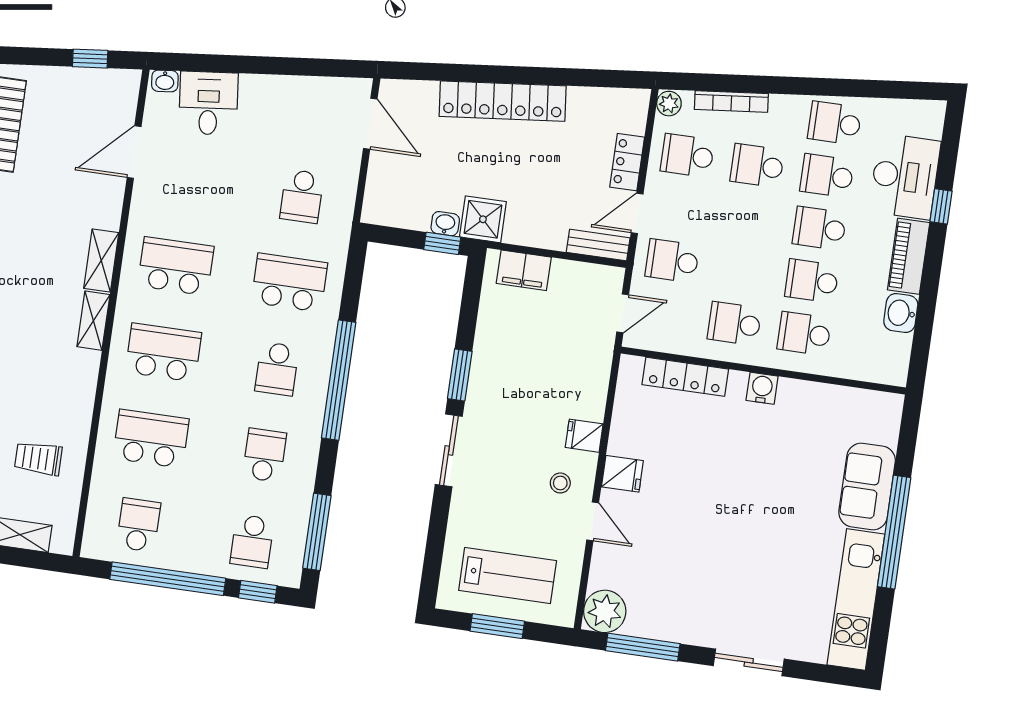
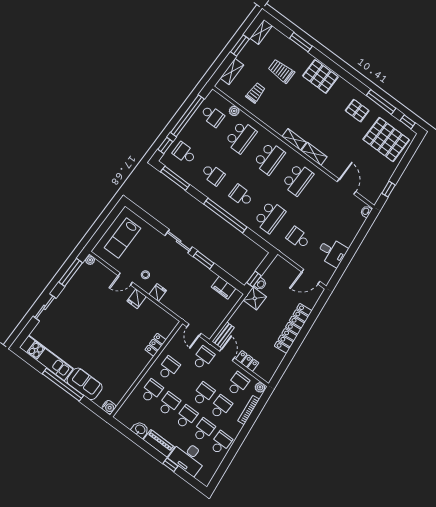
desk: (208, 103) -> (332, 252), moved
school desk: (750, 218) -> (203, 394), added
filing cabinet: (524, 270) -> (224, 288), moved, turned -90
locker: (685, 377) -> (156, 345), width x0.66
water cooler: (762, 388) -> (109, 407), moved
plant: (102, 483) -> (234, 111), added
plant: (605, 611) -> (90, 260), width x0.53, depth x0.53
window: (497, 626) -> (106, 224), removed

